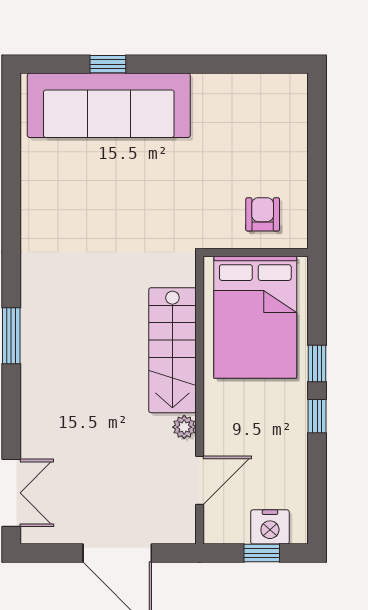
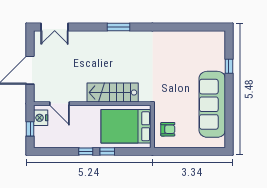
sofa: (109, 105) -> (212, 104), moved
plant: (184, 427) -> (81, 97), removed
nightstand: (270, 527) -> (41, 118), moved

